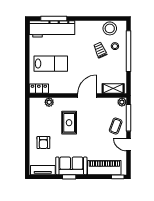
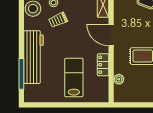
workbench: (52, 29) -> (34, 57), moved
locker: (39, 89) -> (103, 65), moved

